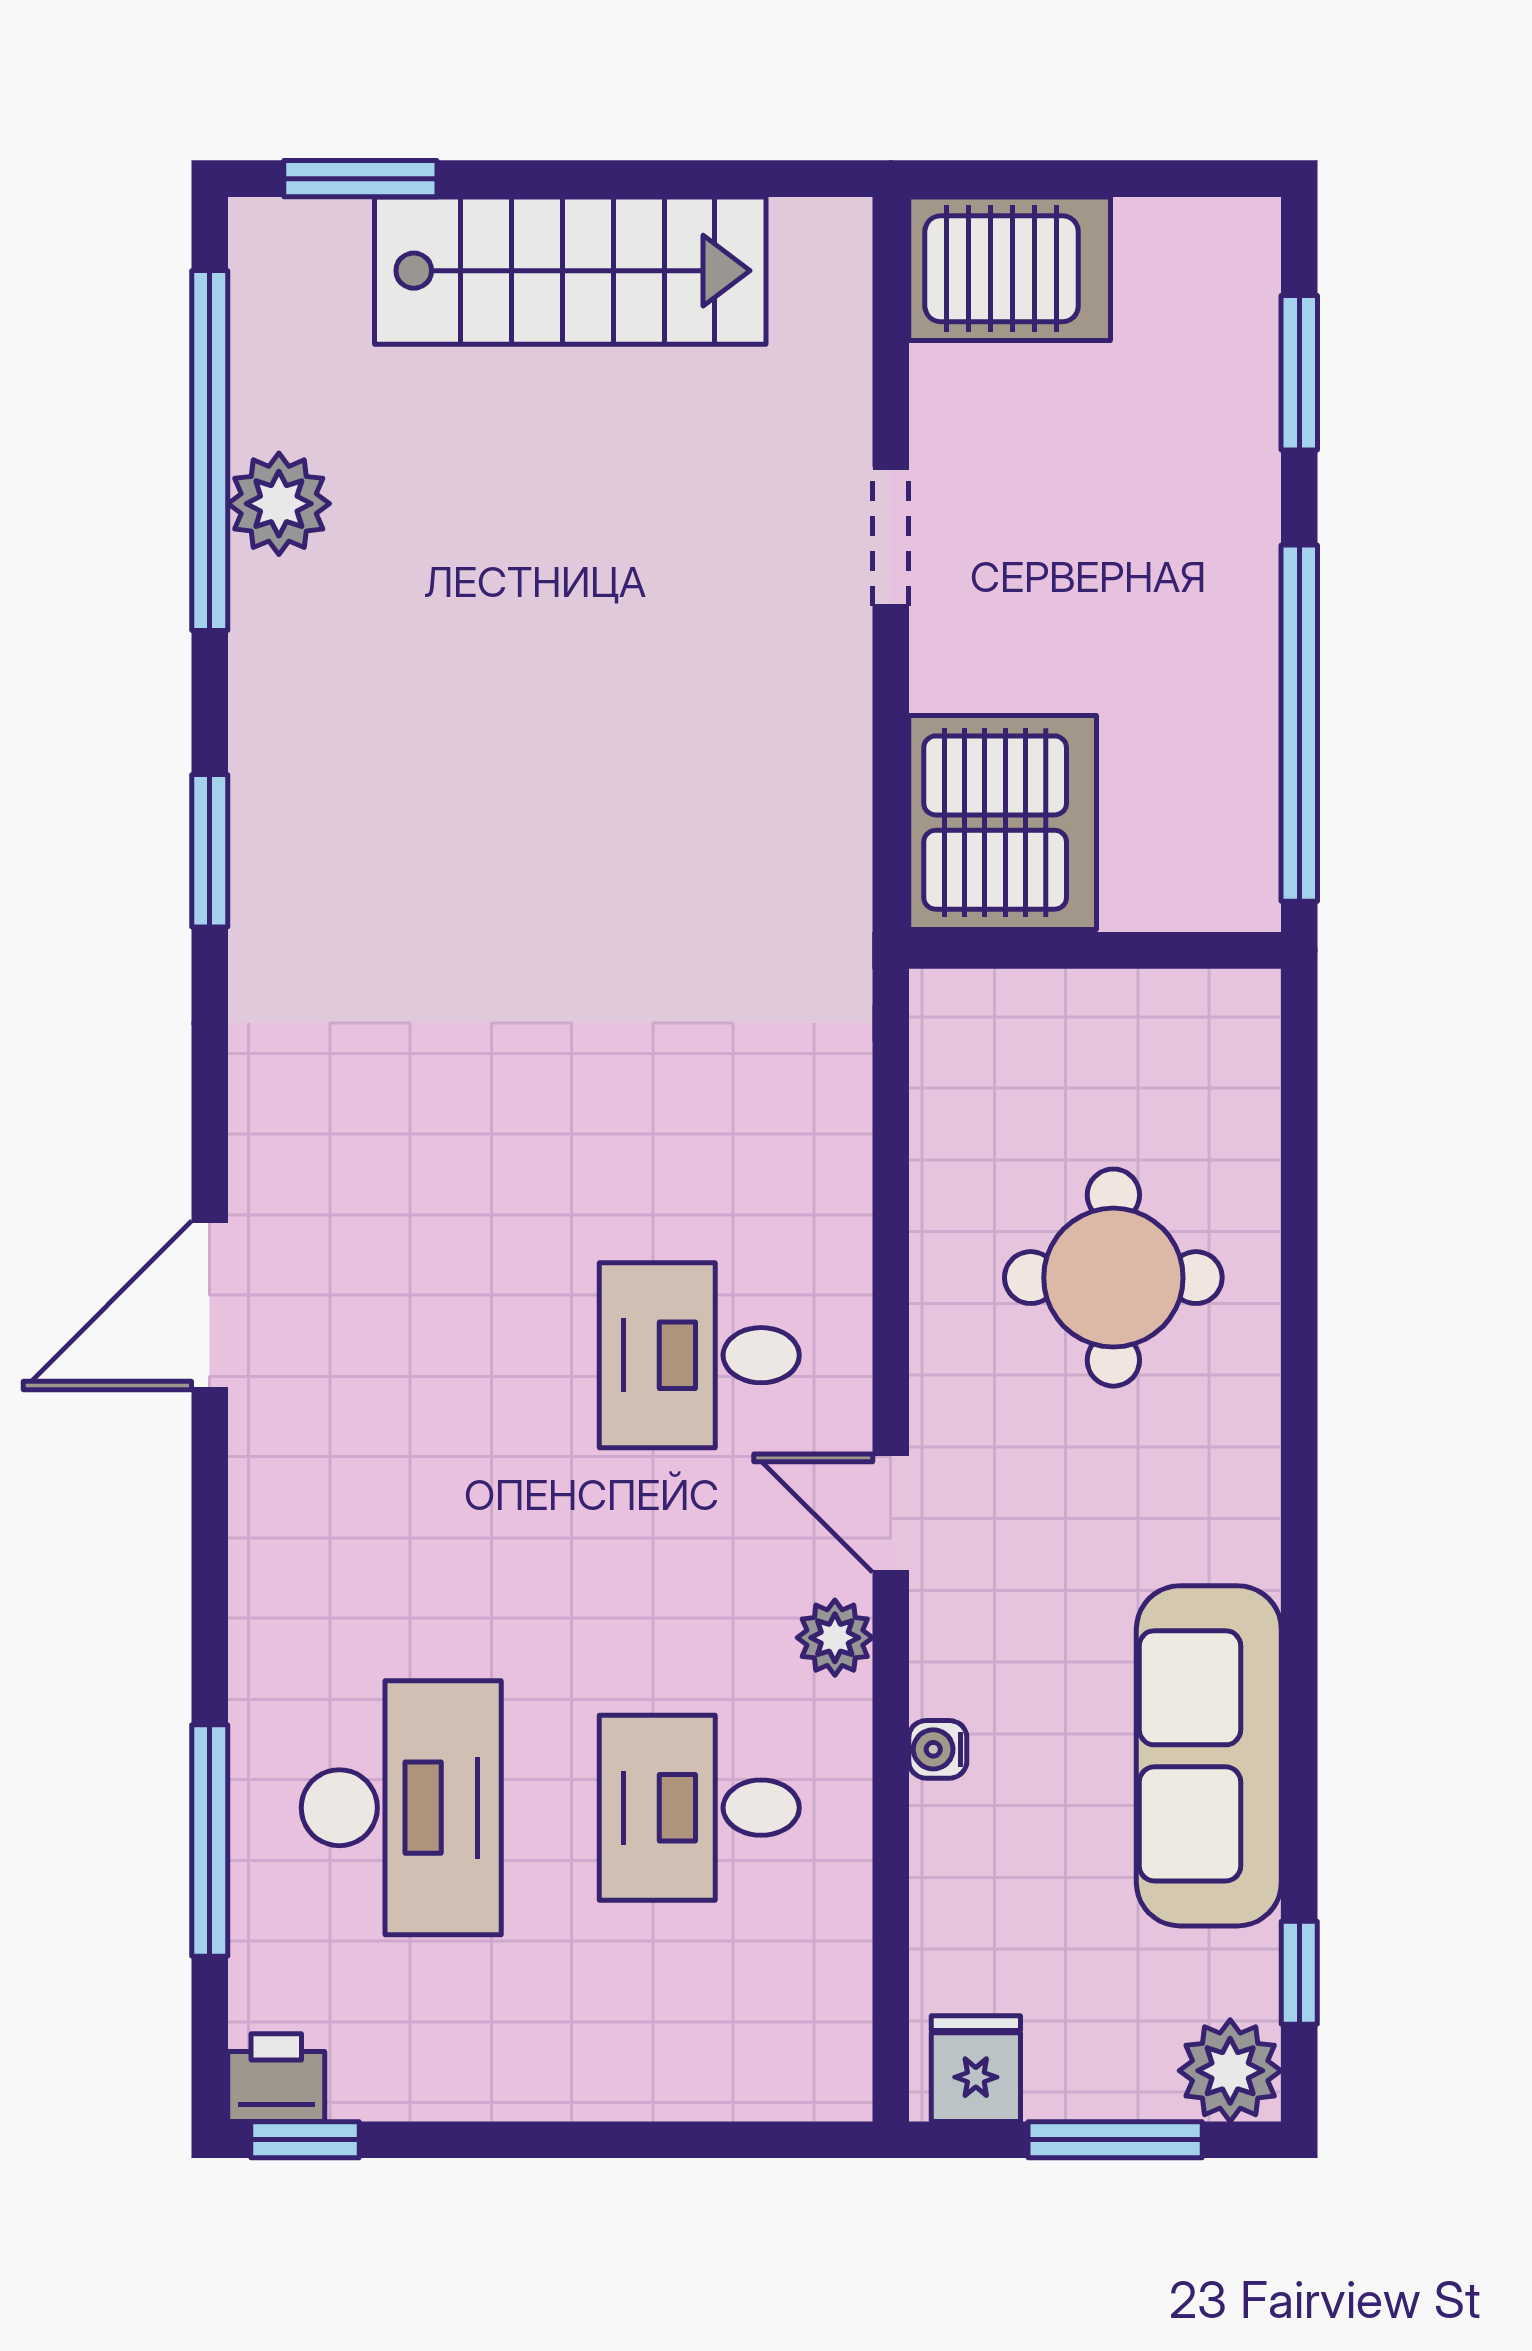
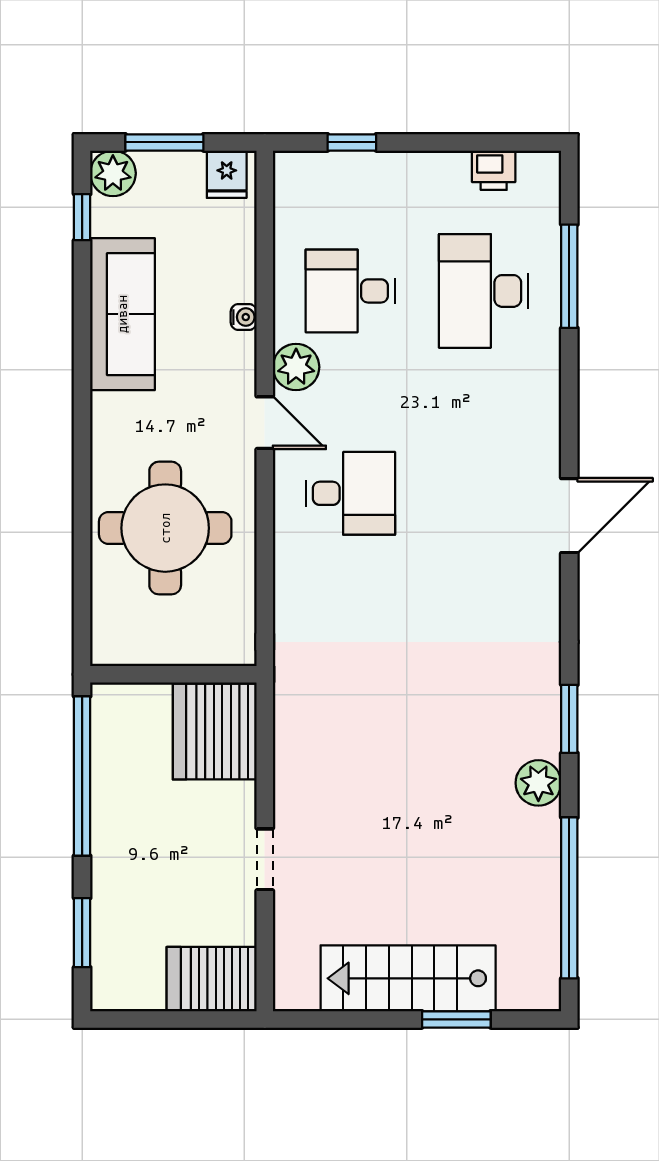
window: (360, 179) -> (456, 1019), moved
plant: (279, 504) -> (538, 783), moved
round table: (1113, 1278) -> (165, 528), width x1.36, depth x1.36
plant: (835, 1638) -> (296, 367), width x1.38, depth x1.38
desk: (699, 1808) -> (350, 291), turned 180
printer: (276, 2078) -> (494, 170), moved
window: (305, 2140) -> (352, 142), moved

